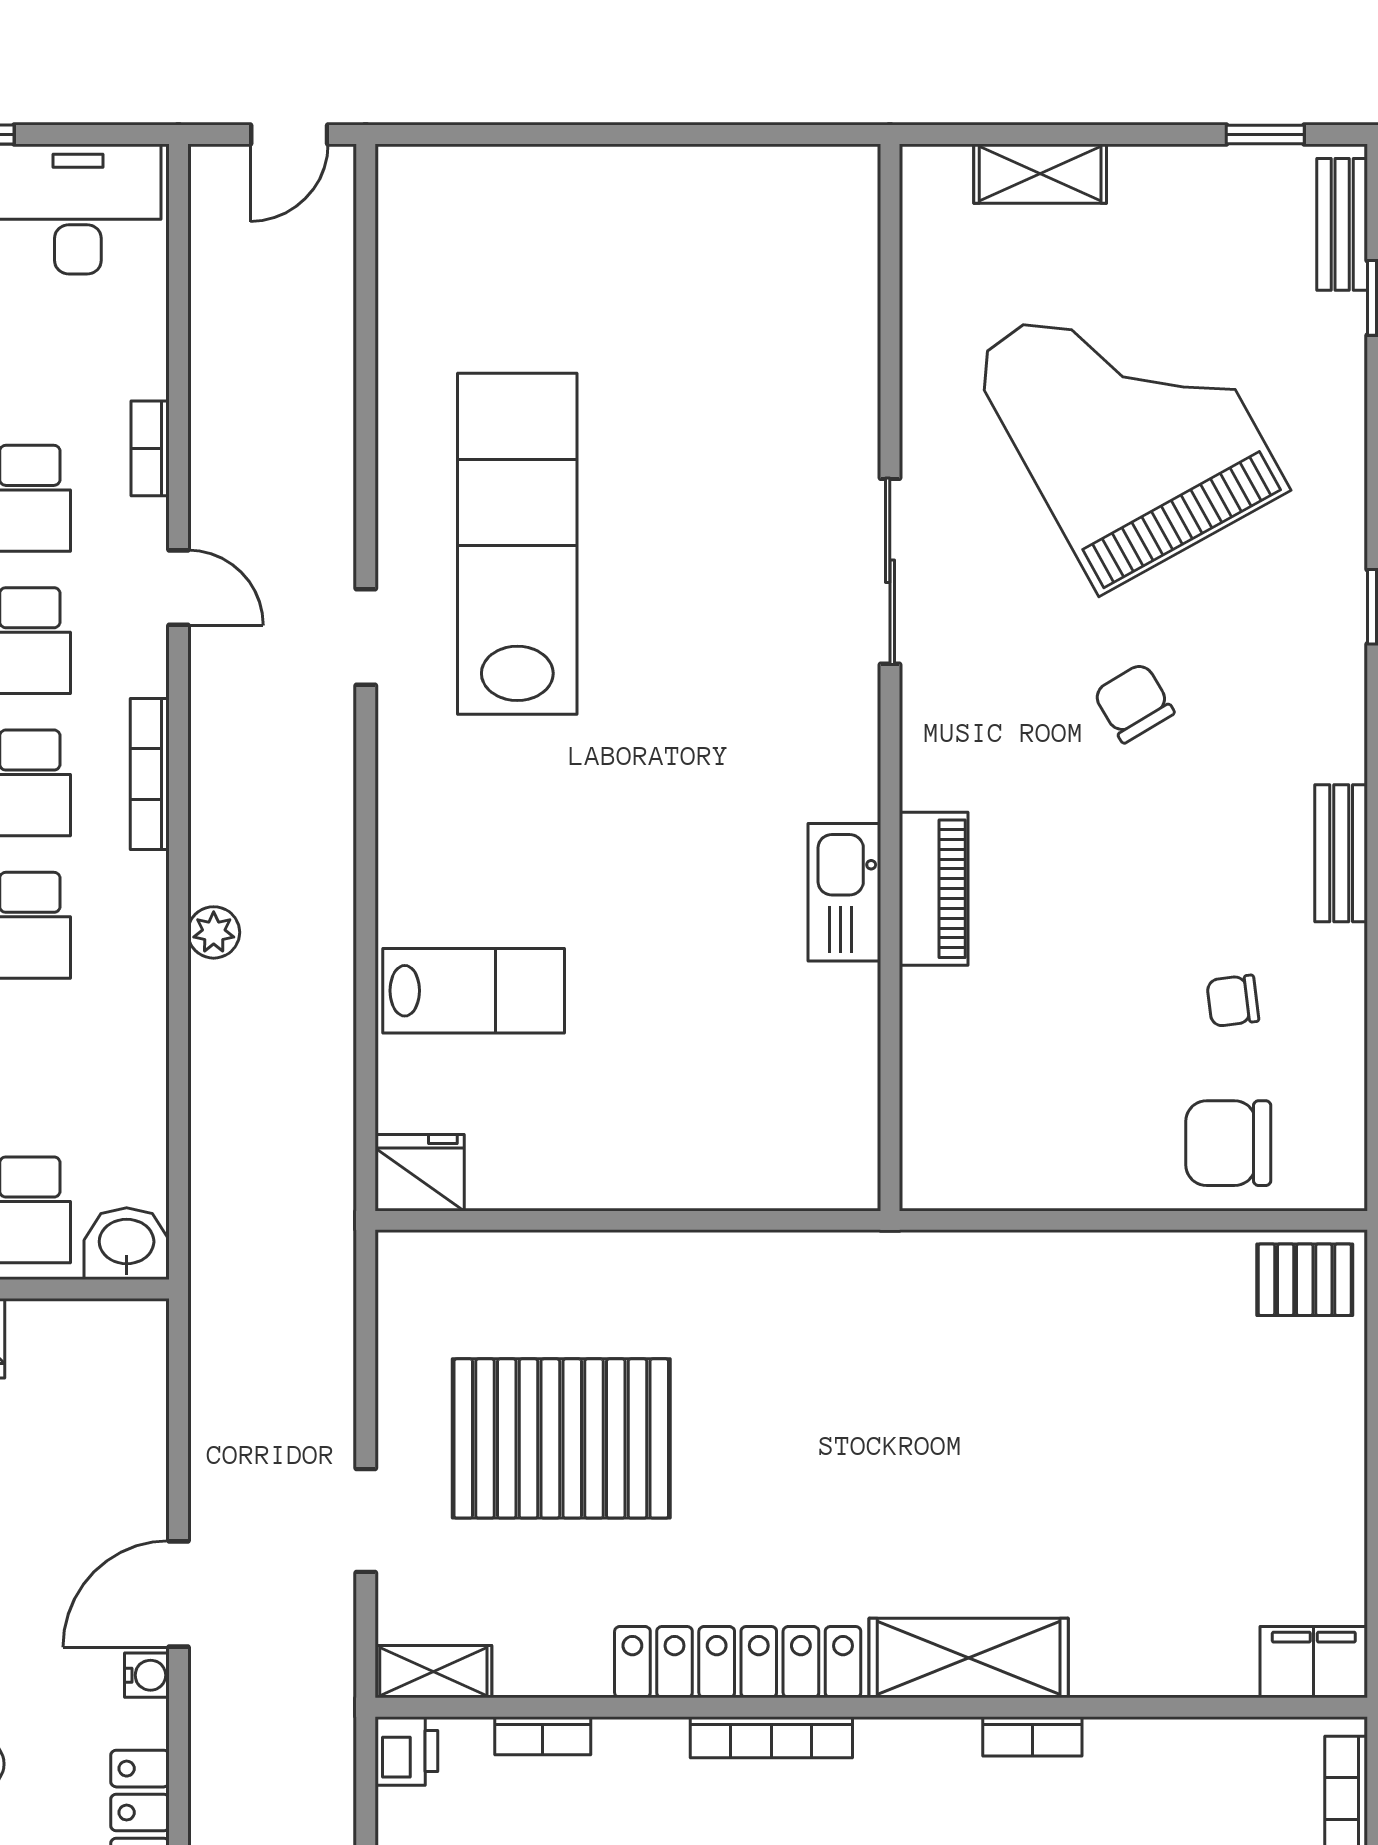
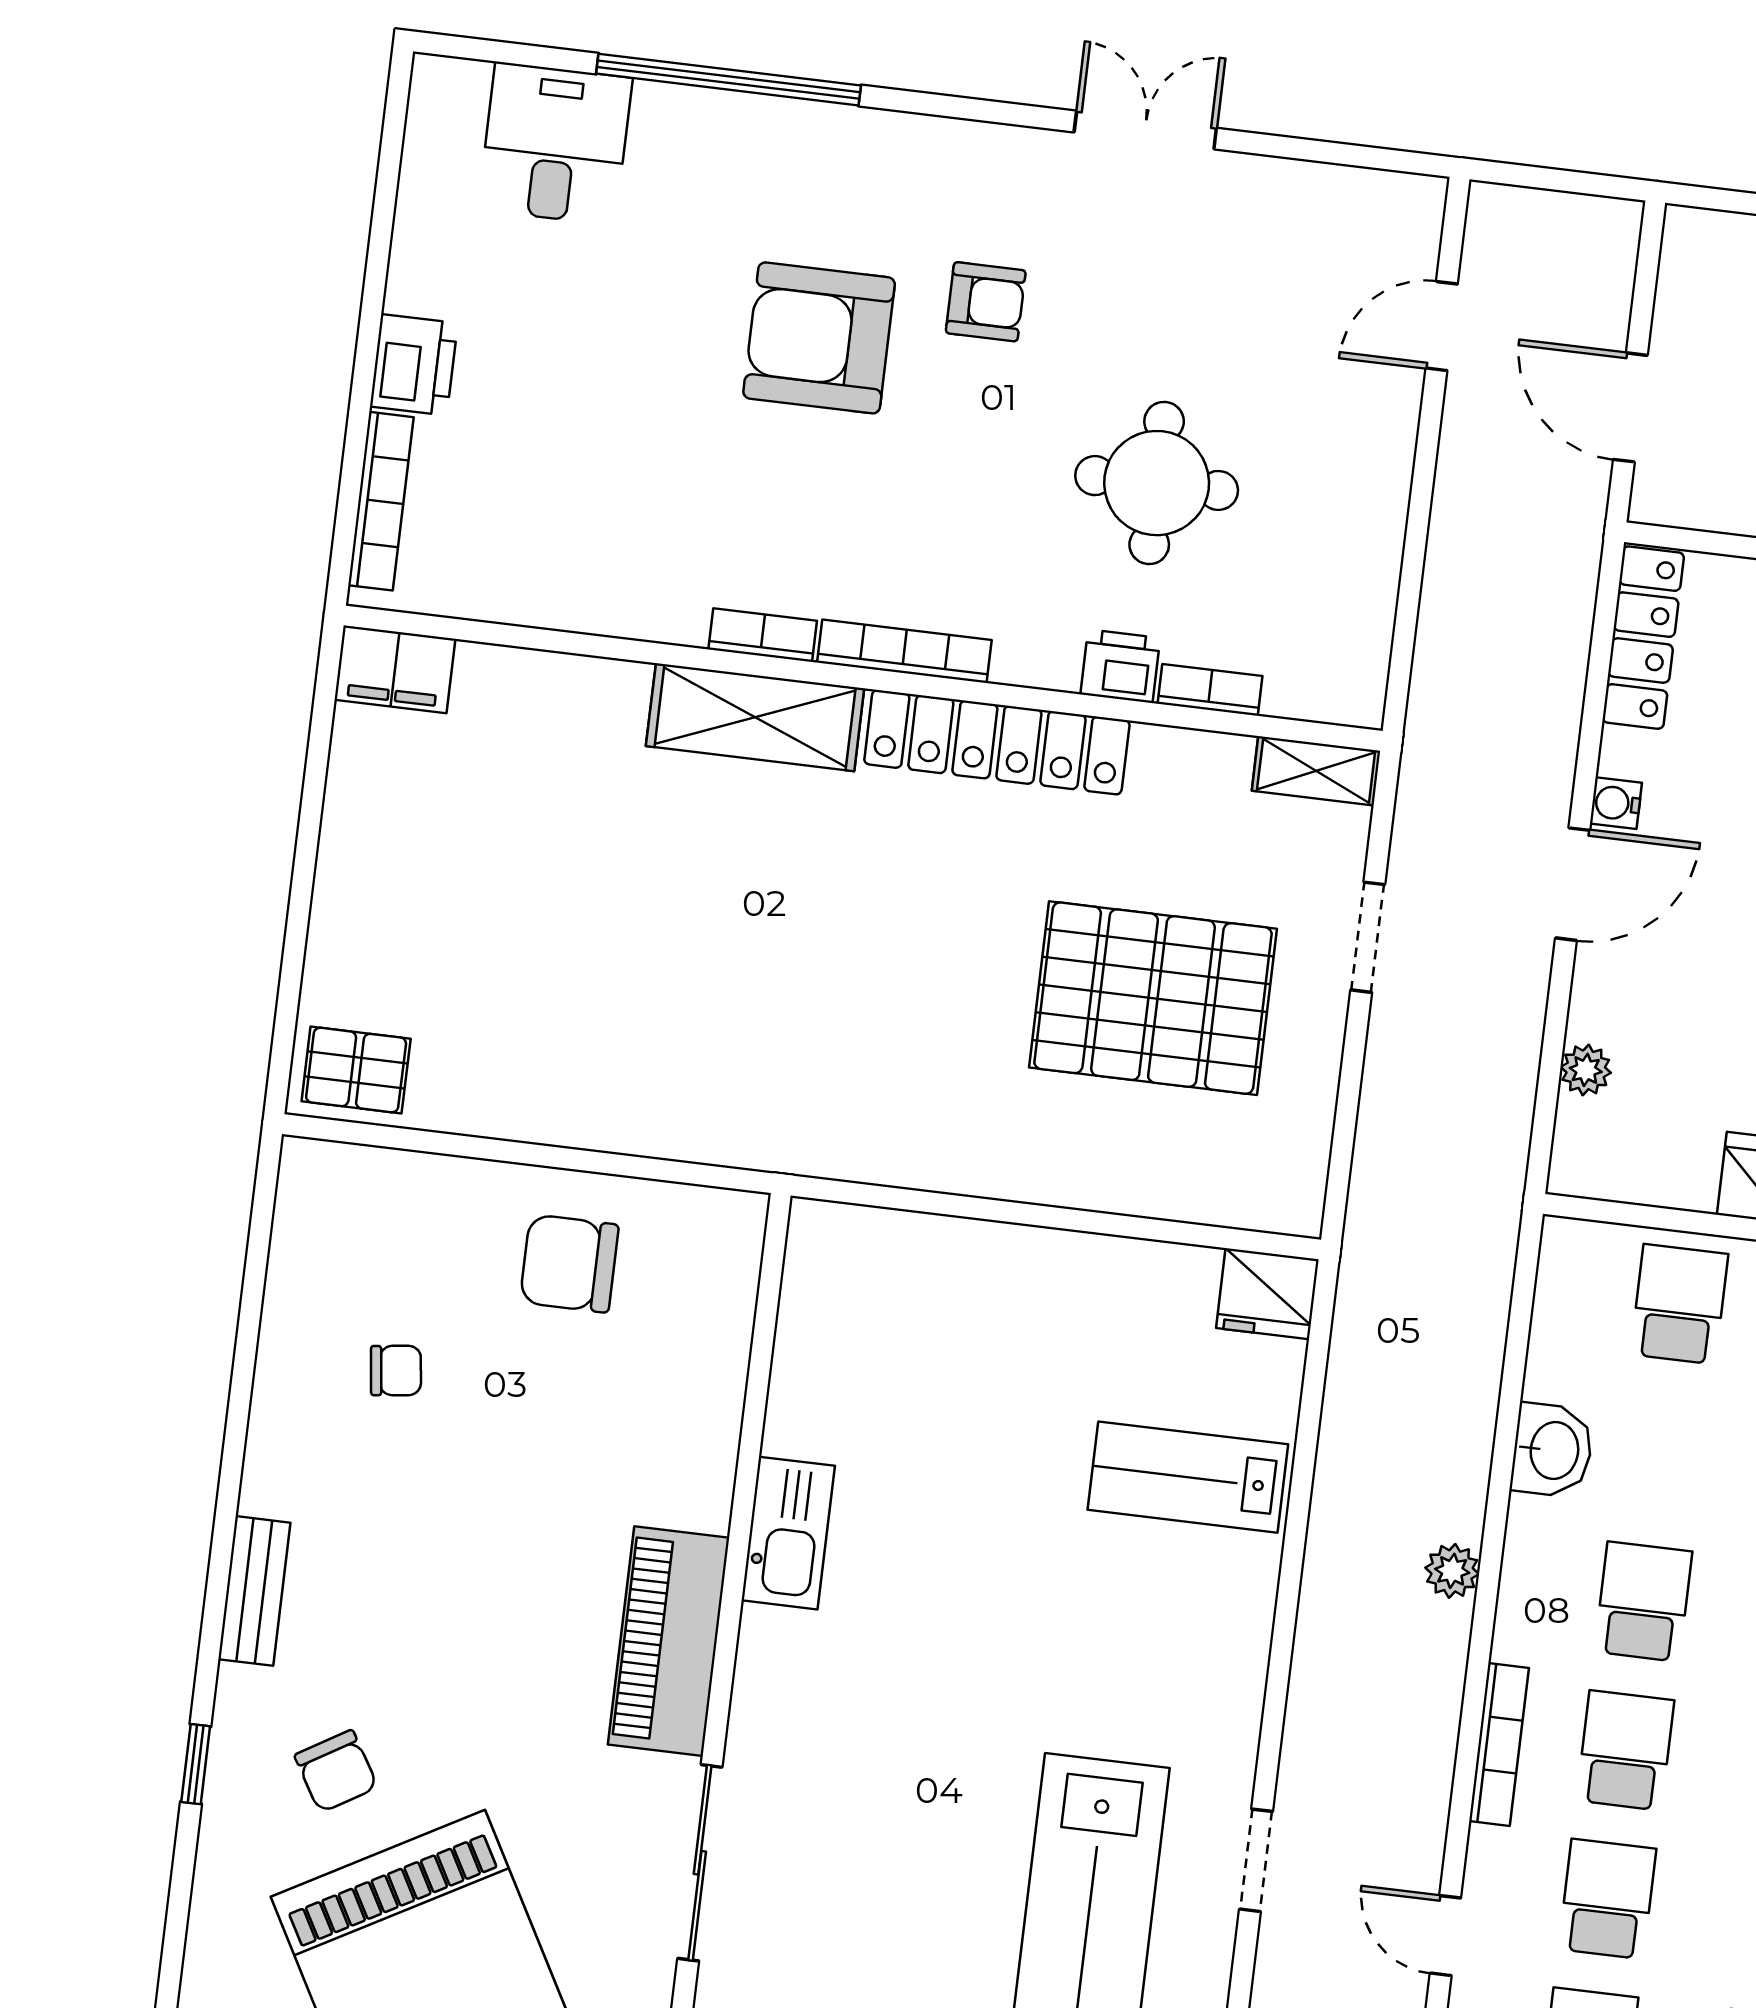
chair: (1134, 703) -> (336, 1771), moved
bench: (1341, 853) -> (254, 1591), moved
piano: (934, 889) -> (669, 1641), moved, width x1.37, depth x1.33
chair: (1228, 1143) -> (569, 1264), moved, turned 180
washbasin: (127, 1244) -> (1552, 1450), moved, turned -90
plant: (145, 1420) -> (1586, 1070), added
bookcase: (1032, 1736) -> (763, 635), moved
bookcase: (771, 1737) -> (904, 651), moved
printer: (406, 1751) -> (1120, 666), moved, turned 90

